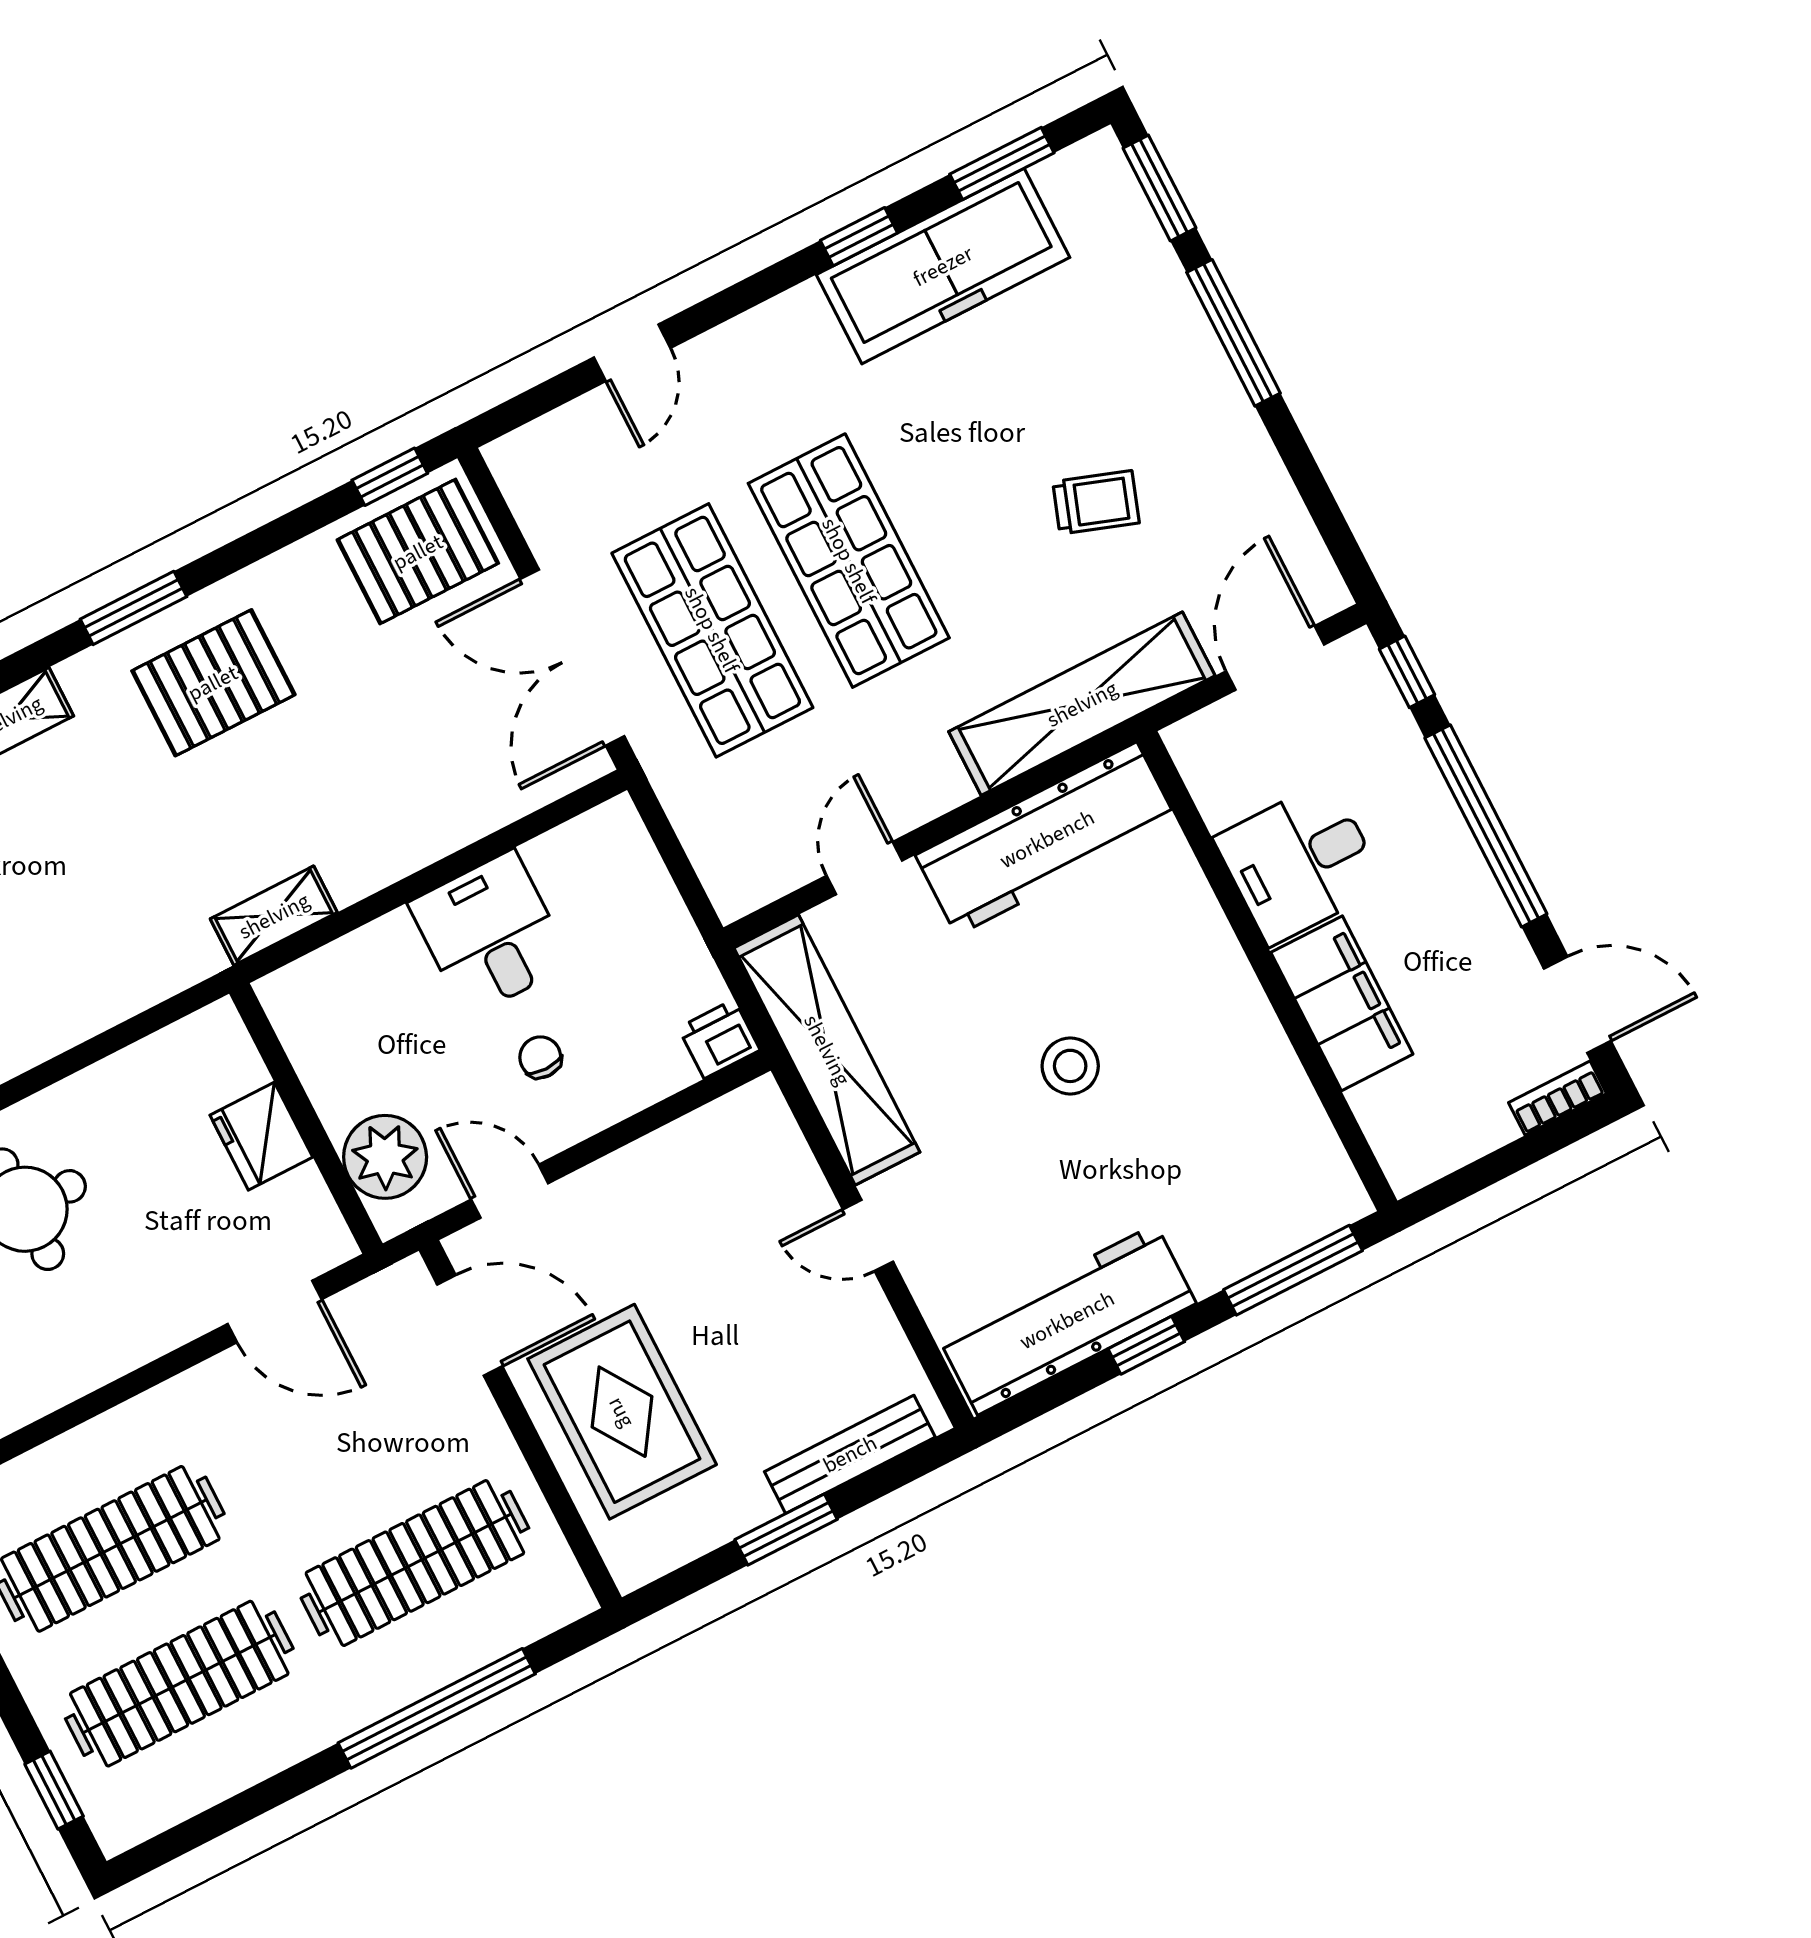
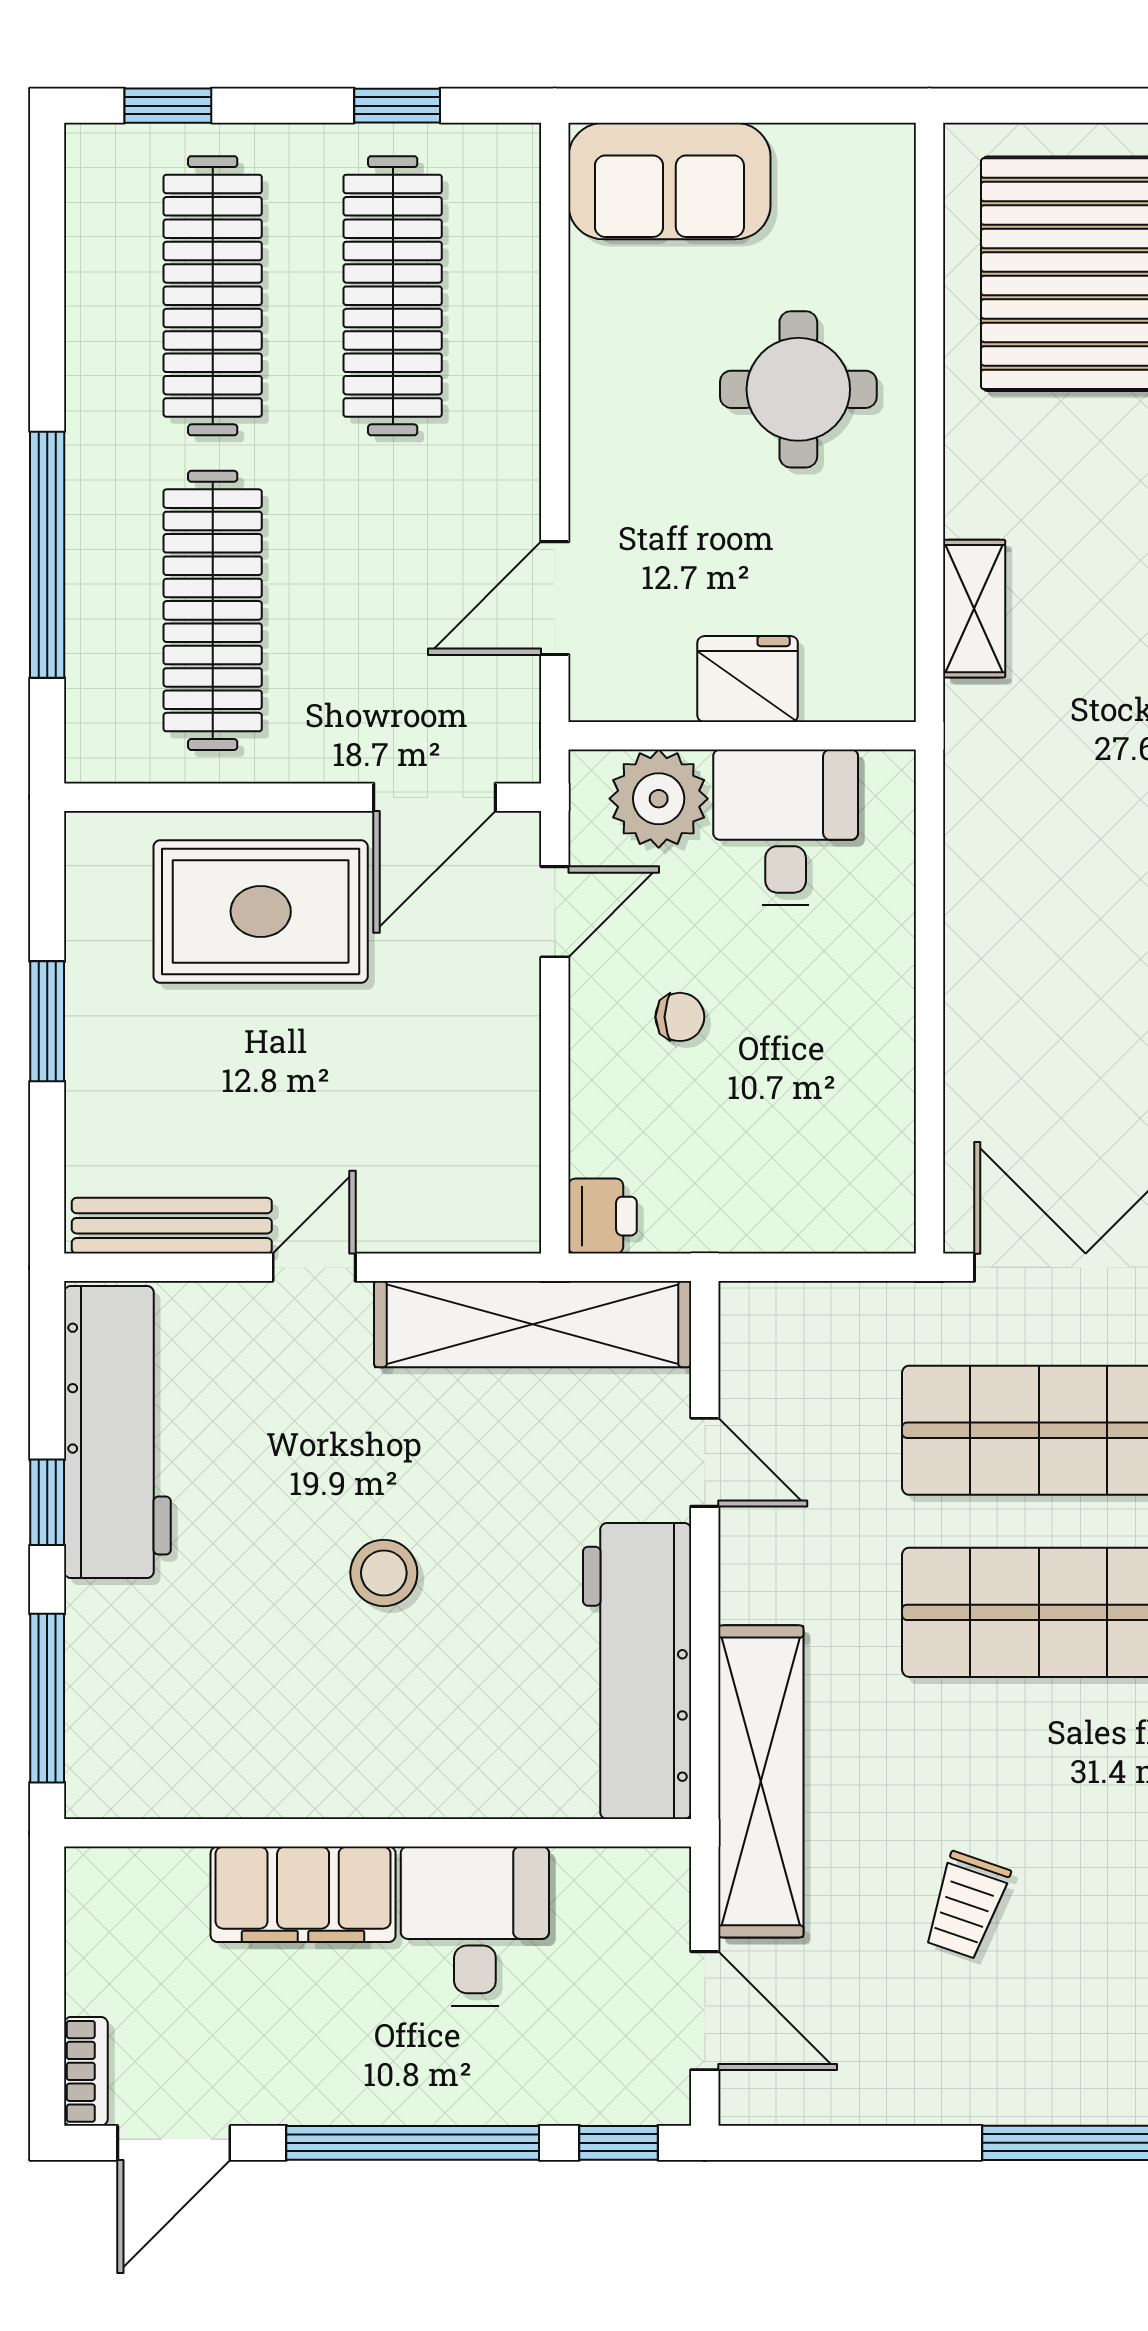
shelving: (274, 916) -> (974, 609), moved
desk: (490, 934) -> (786, 827), moved, turned -90
bench: (850, 1454) -> (172, 1226), moved, turned 90

